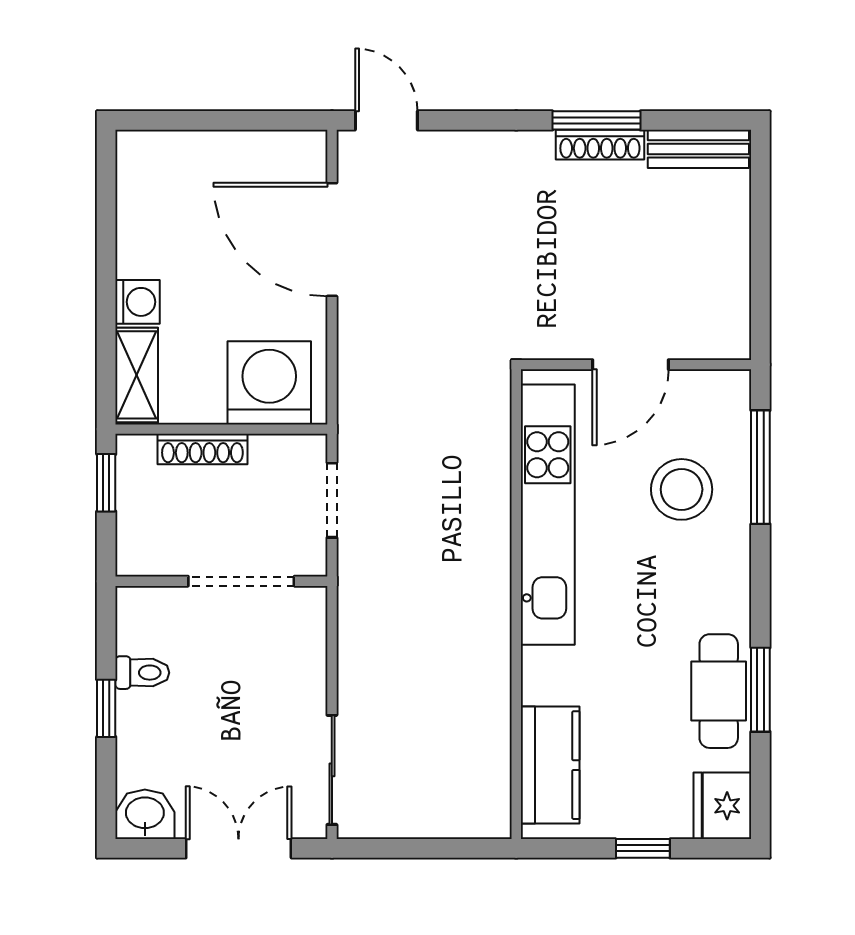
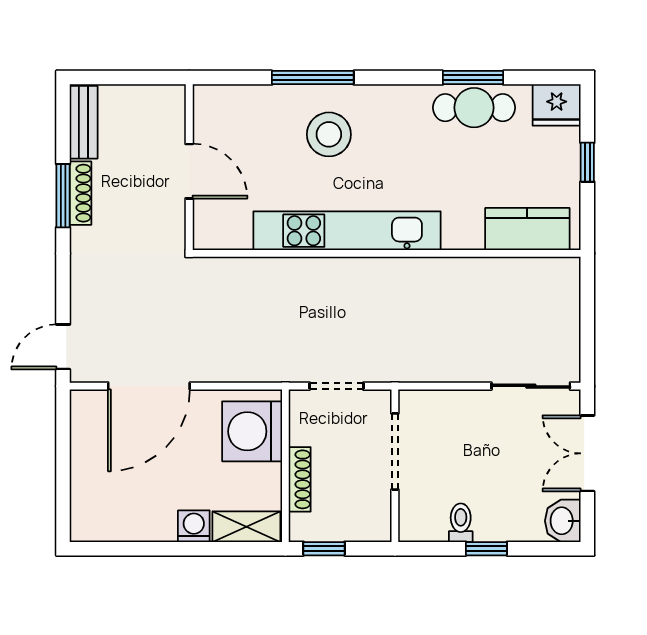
door: (630, 365) -> (189, 171), moved
wall: (636, 365) -> (189, 167), moved

